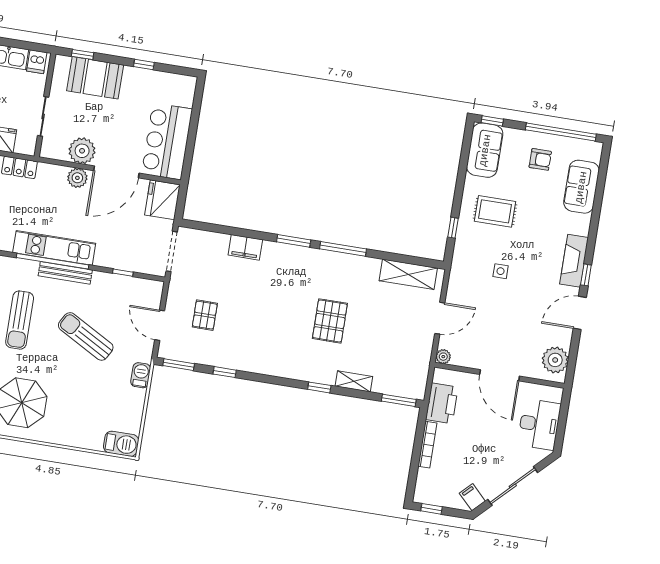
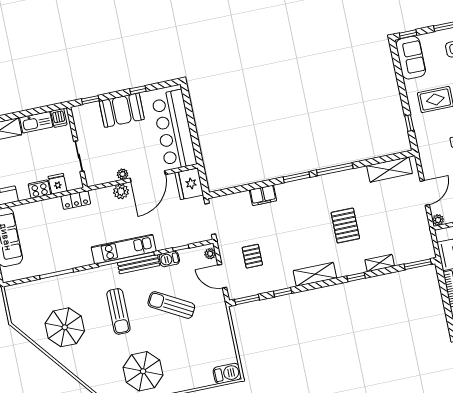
booth: (95, 78) -> (122, 110), moved
bar counter: (167, 141) -> (174, 130), width x1.36
plant: (82, 151) -> (123, 174), width x0.53, depth x0.53
plant: (156, 293) -> (210, 254), added
shelving: (271, 365) -> (315, 274), added
barbecue: (141, 375) -> (169, 259), moved, turned -90

